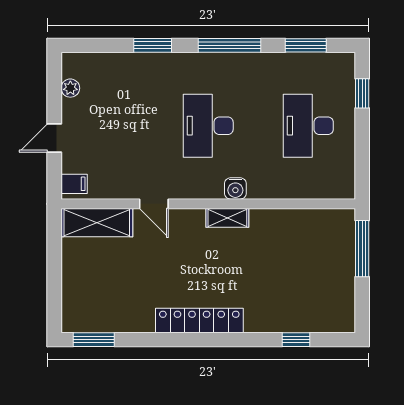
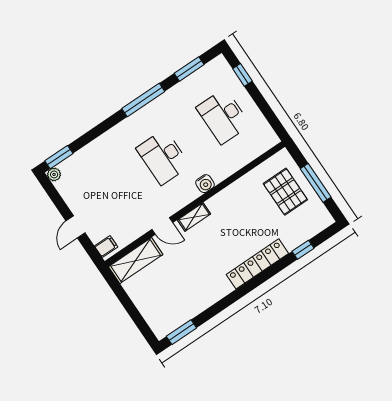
window: (153, 45) -> (59, 157), moved
plant: (70, 88) -> (54, 174), moved
shelving: (227, 218) -> (194, 217), moved
window: (362, 249) -> (316, 183), moved
pallet: (321, 260) -> (285, 192), added
locker: (199, 320) -> (257, 264), moved

